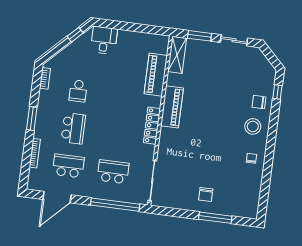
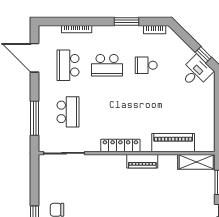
desk: (104, 40) -> (196, 72), moved, turned -45
piano: (172, 107) -> (142, 161), width x0.73, depth x0.75
window: (32, 119) -> (127, 21), moved
school desk: (68, 166) -> (68, 65), turned 180
window: (115, 205) -> (35, 118), width x0.68

